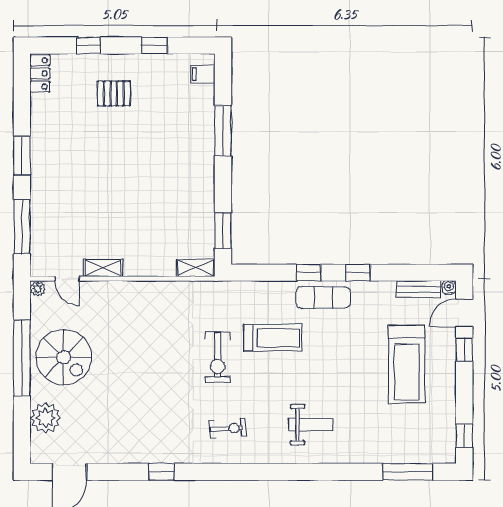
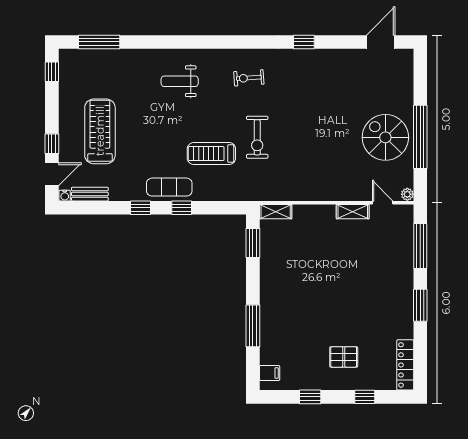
locker: (40, 73) -> (405, 365), width x1.53
exercise bike: (218, 357) -> (257, 137), turned 180
plant: (45, 418) -> (401, 87), removed

